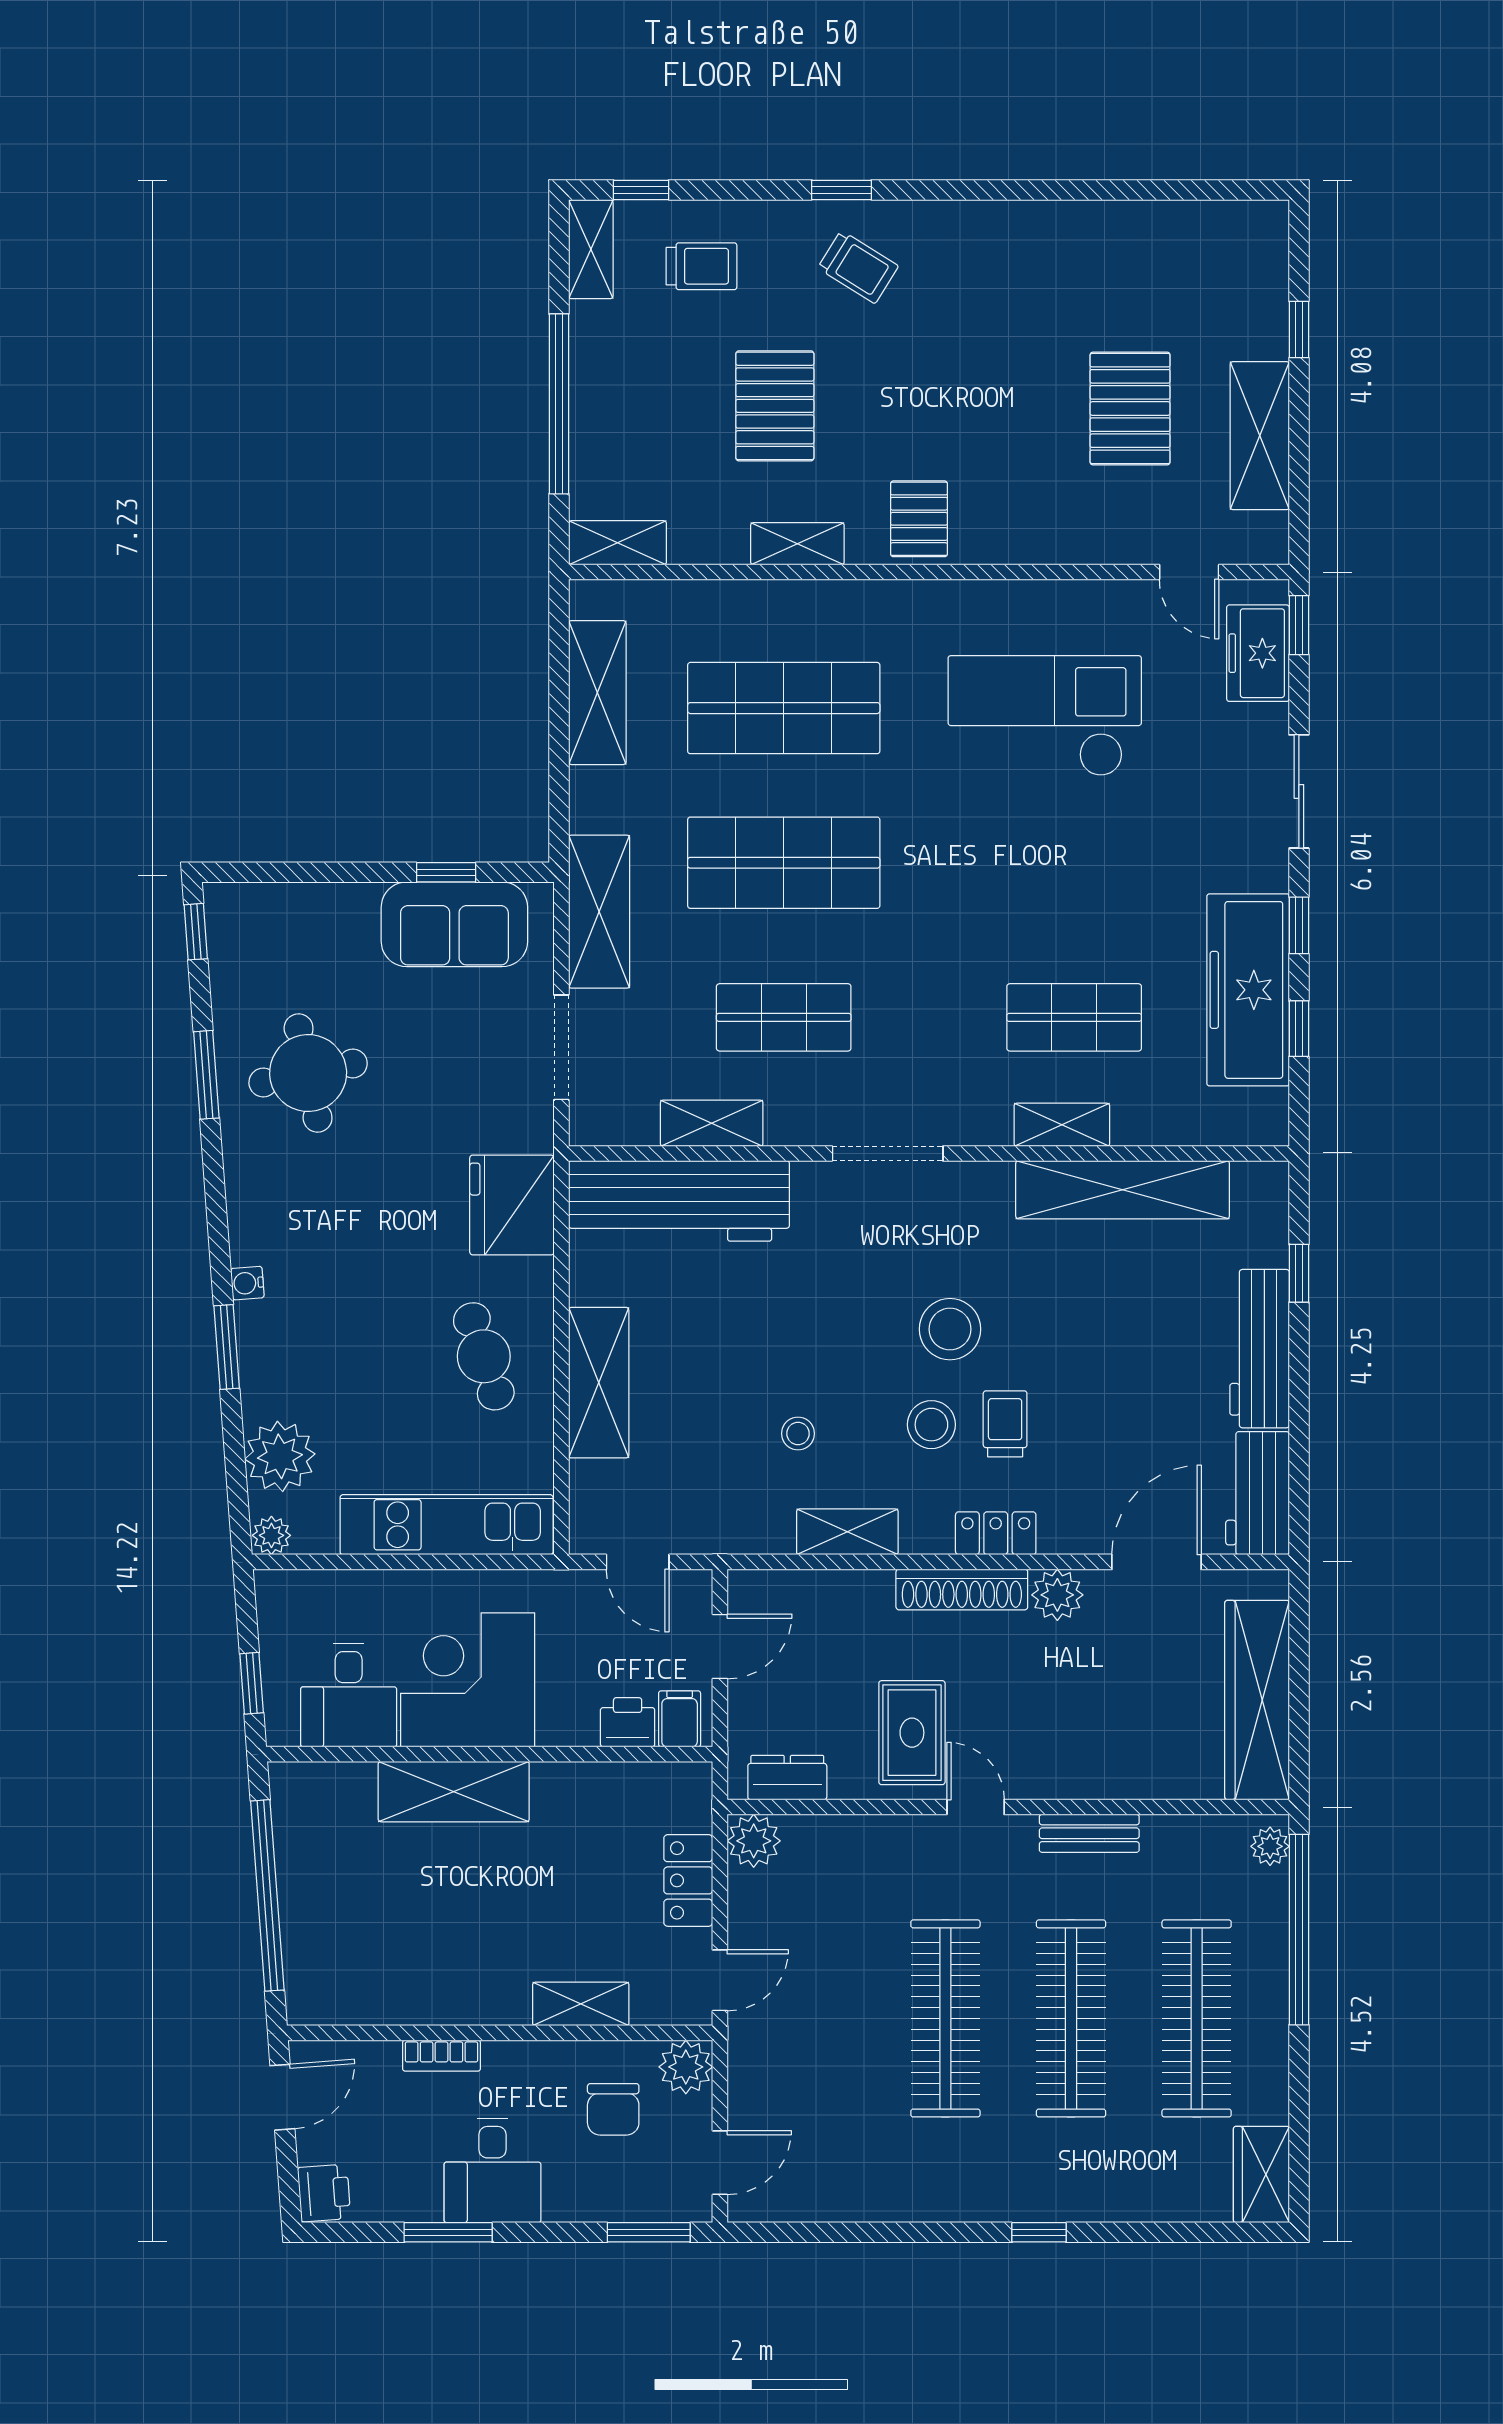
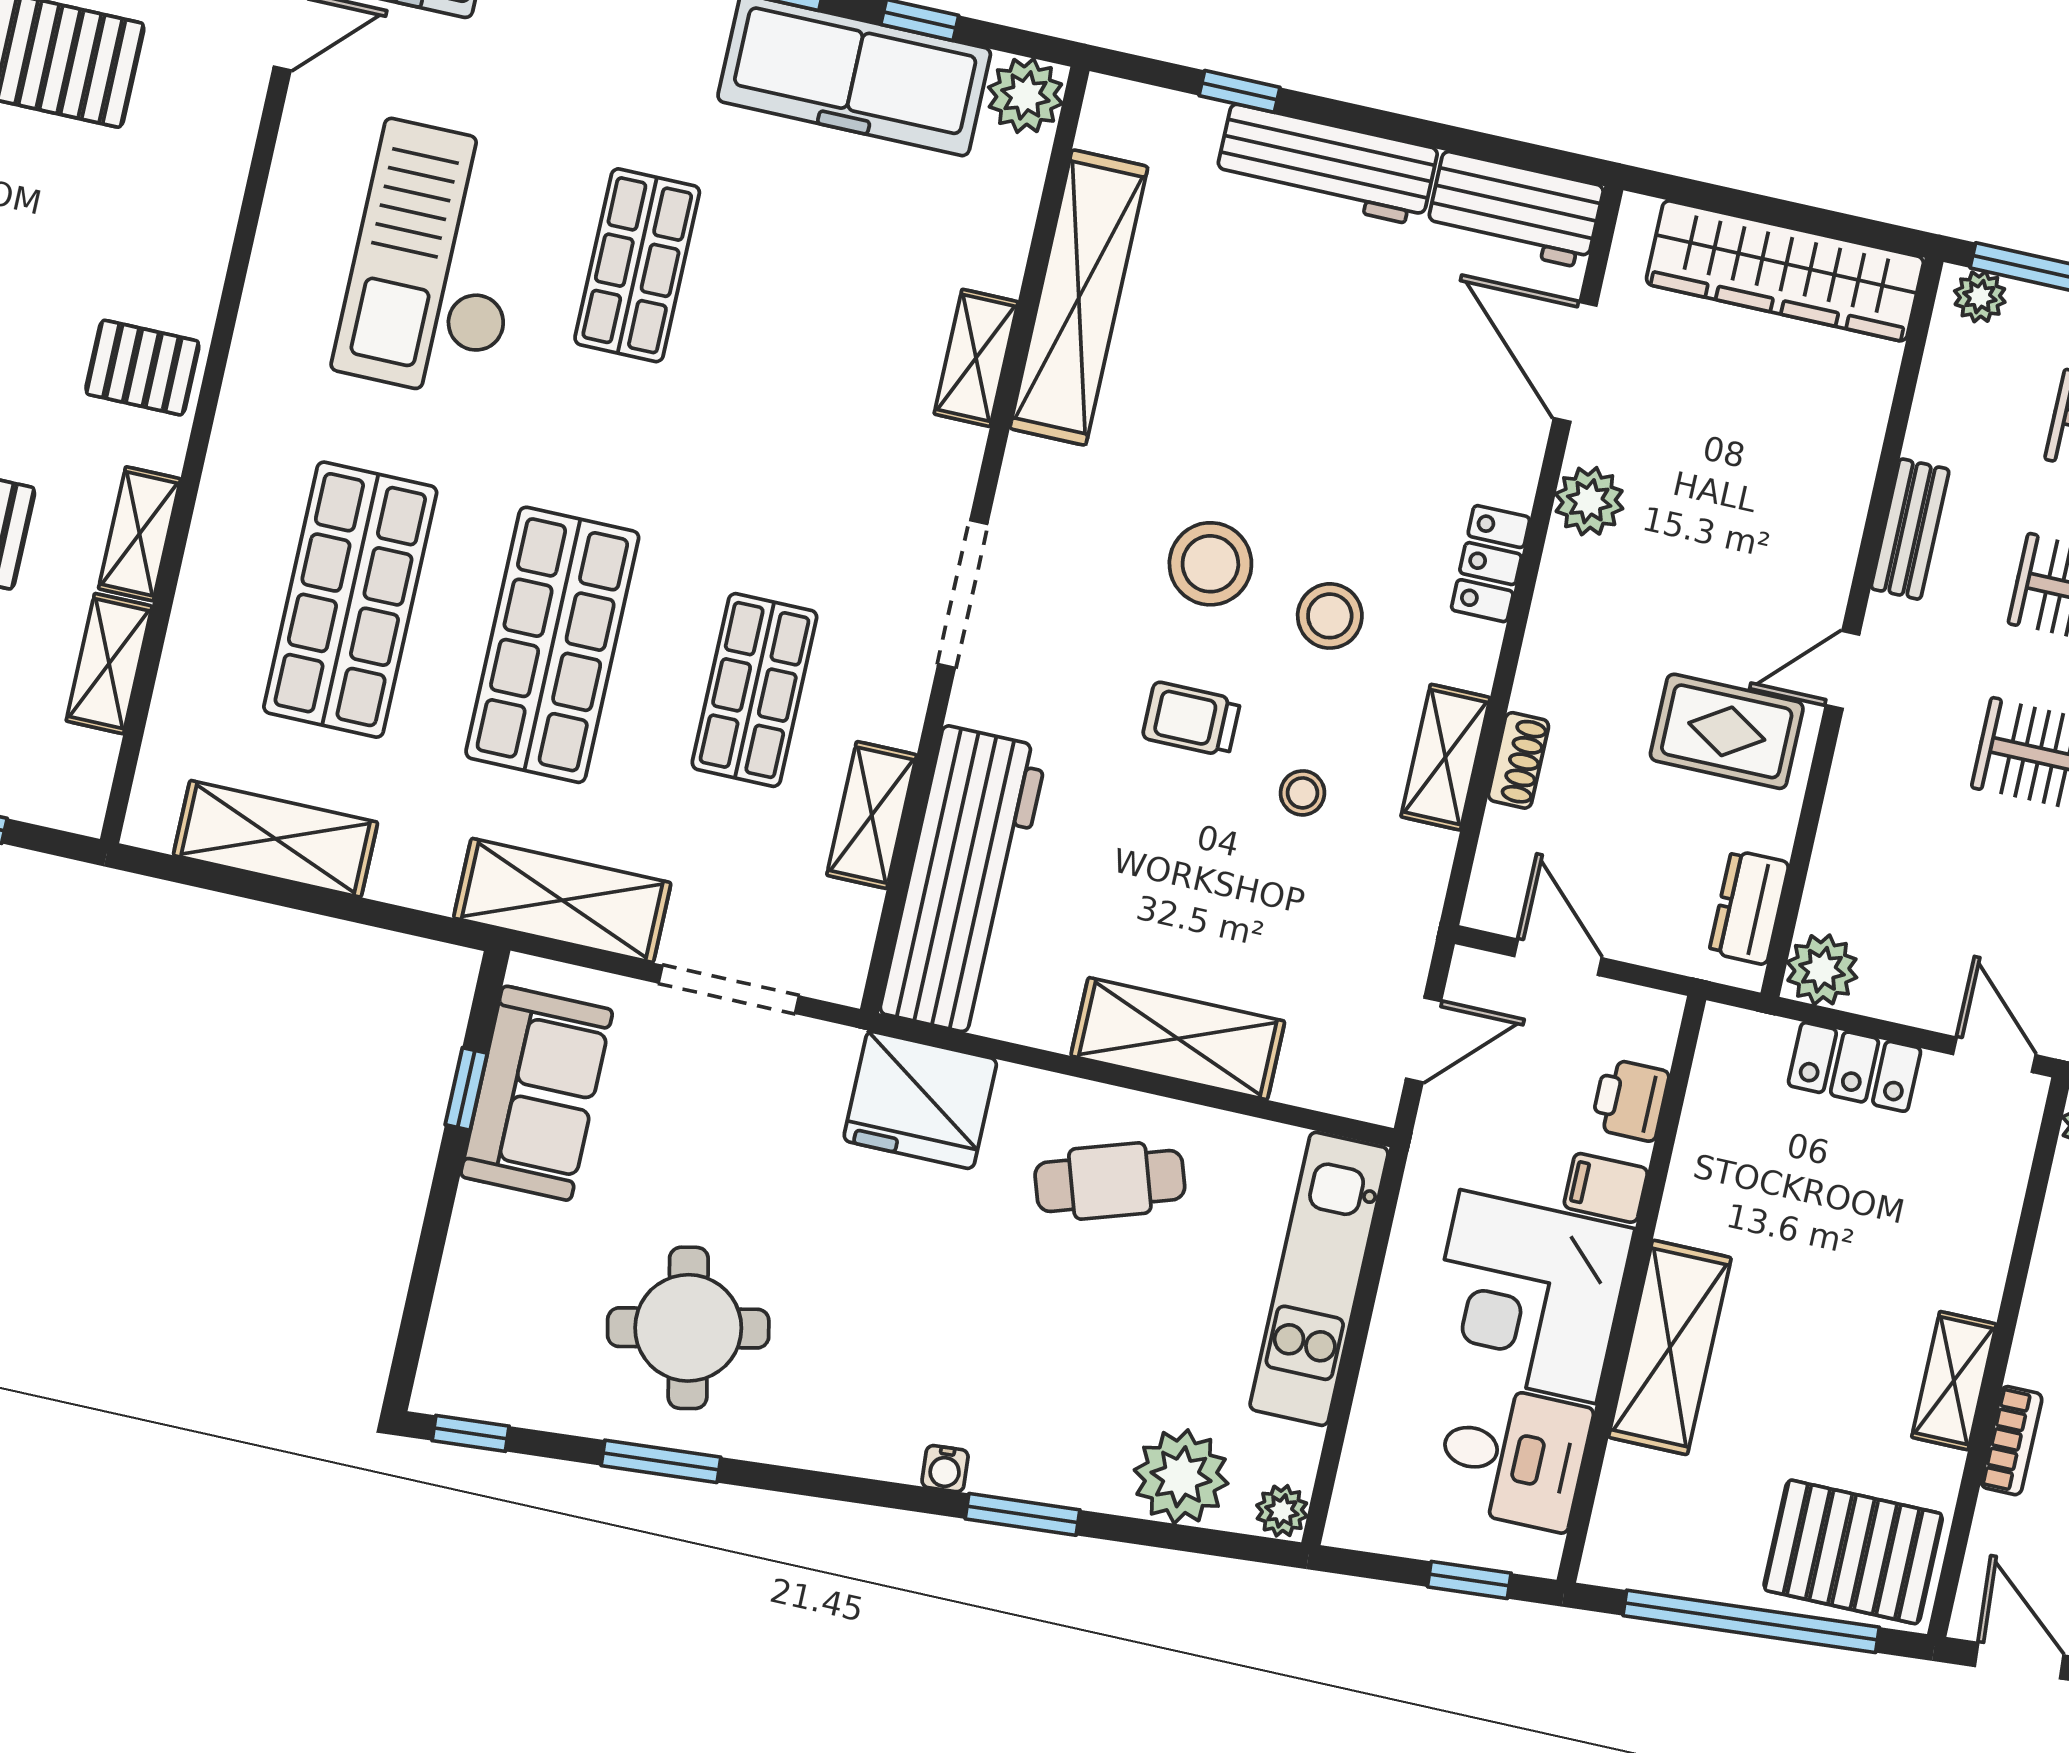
shelving: (617, 543) -> (109, 664), moved
shop shelf: (1074, 1017) -> (637, 265), moved
plant: (1261, 1118) -> (1025, 95), added
trolley: (1005, 1424) -> (1191, 719), moved
shoe rack: (962, 1589) -> (1518, 760), moved, width x0.51, depth x0.81
filing cabinet: (680, 1719) -> (1606, 1188), moved
pallet: (335, 1958) -> (1853, 1552), added
shelving: (581, 2004) -> (1954, 1381), moved

